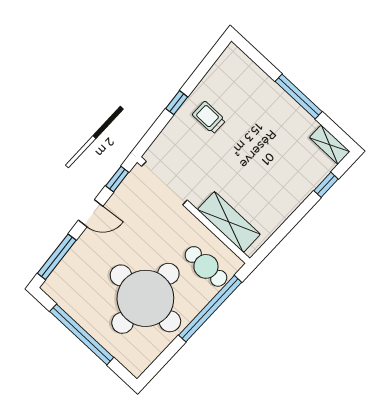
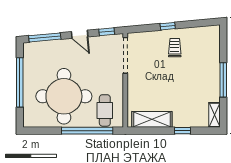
window: (326, 185) -> (182, 131), moved
shelving: (229, 222) -> (152, 119), moved, turned 90

